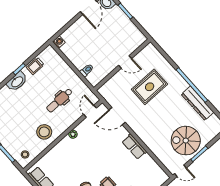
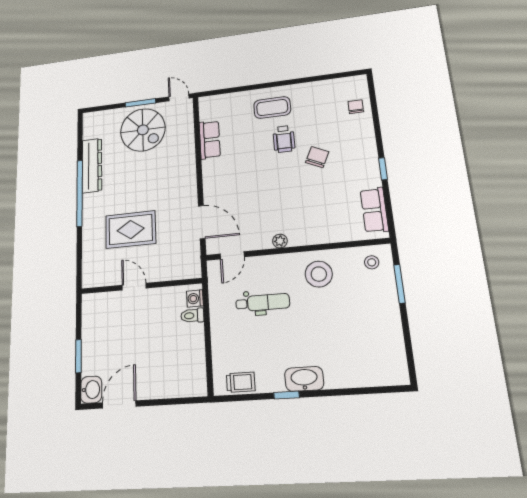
washing machine: (59, 42) -> (195, 298), moved
trolley: (35, 66) -> (241, 382), moved
row of seats: (134, 147) -> (210, 140), moved

